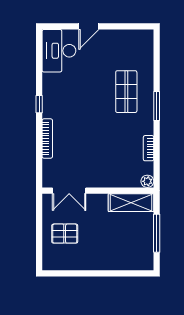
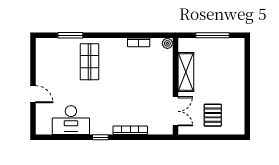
desk: (59, 51) -> (71, 120), moved
shop shelf: (126, 92) -> (90, 62), turned 90
window: (157, 106) -> (70, 35), moved
shelving: (131, 203) -> (186, 72), moved

